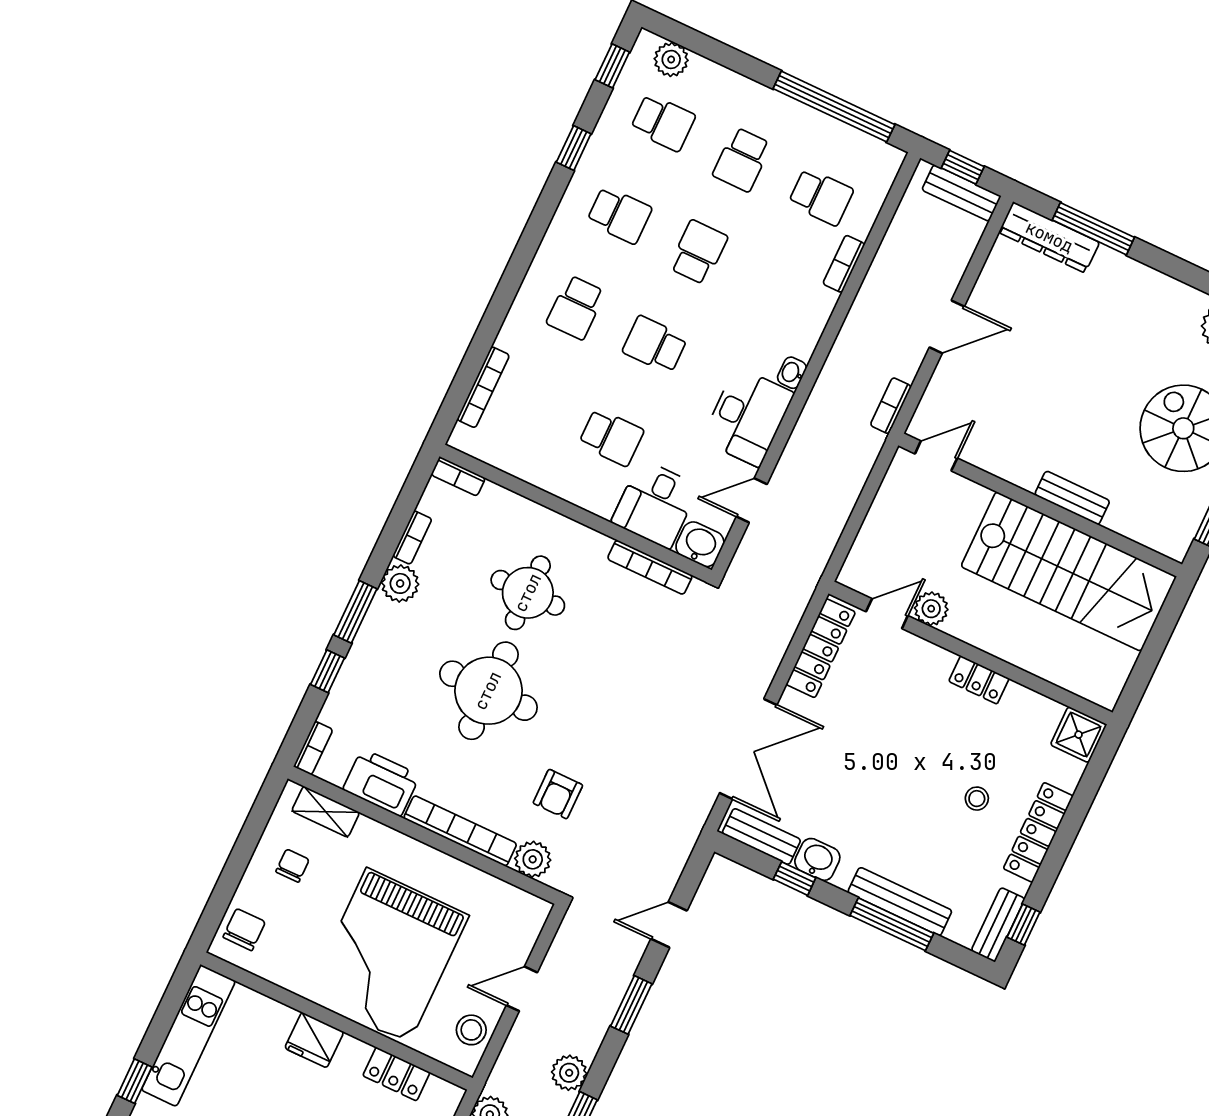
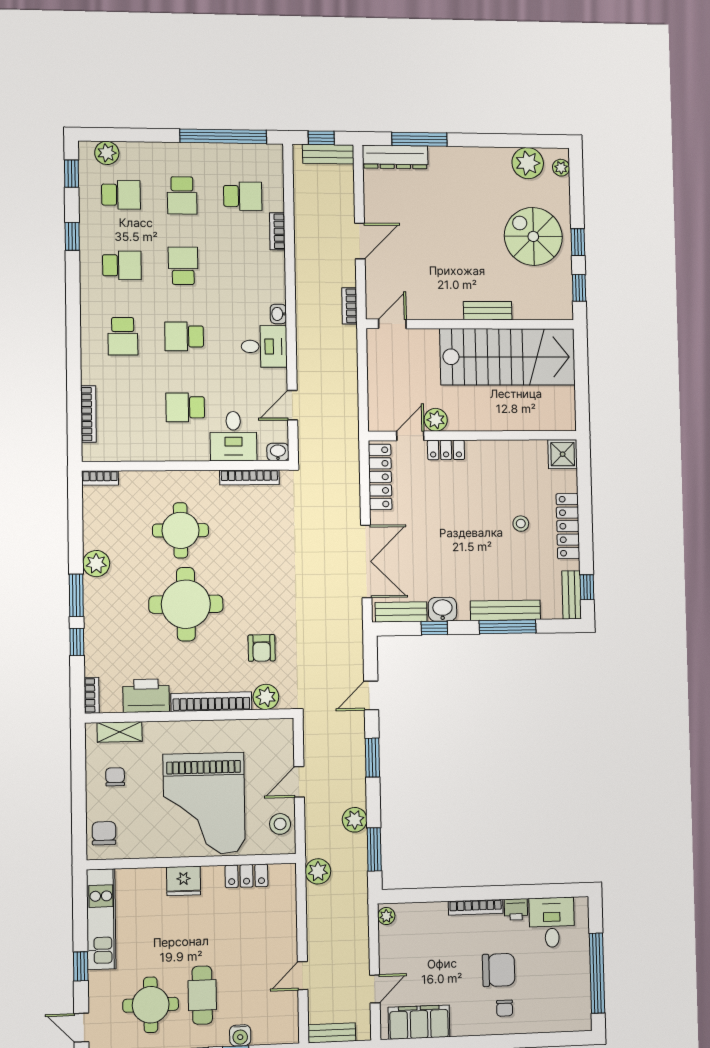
desk: (748, 417) -> (264, 346), width x0.73
school desk: (611, 437) -> (185, 407), turned 180
bookcase: (412, 538) -> (90, 531), removed
washbasin: (700, 544) -> (278, 452), width x0.72, depth x0.69
locker: (979, 680) -> (446, 450), moved

